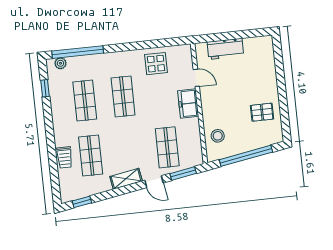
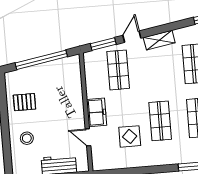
display table: (156, 64) -> (130, 136), moved
stool: (218, 136) -> (27, 138), moved
door: (154, 182) -> (132, 37), hinge flipped

